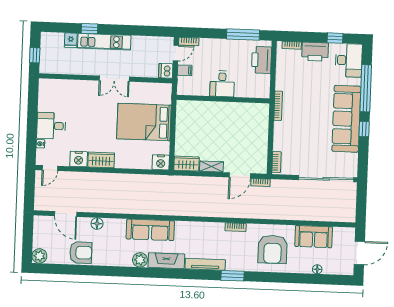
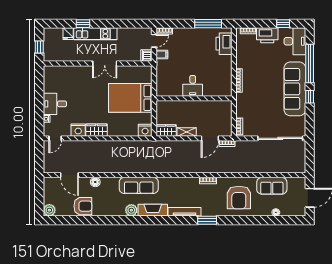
desk: (222, 84) -> (193, 86), moved
wall: (223, 99) -> (194, 98), moved

